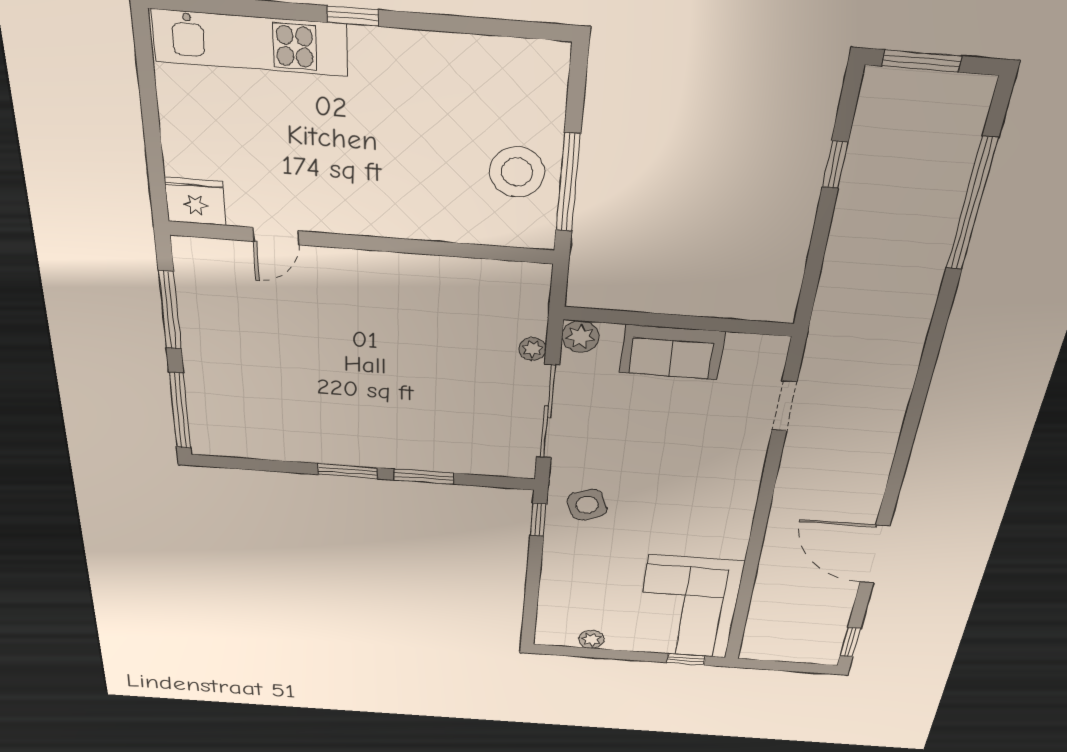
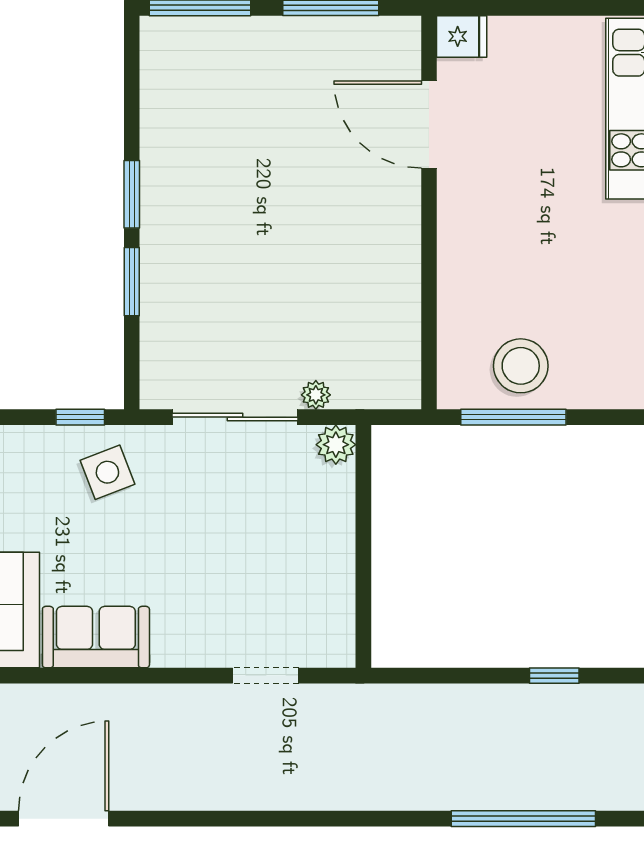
fridge: (195, 201) -> (462, 36), width x0.72
door: (276, 236) -> (429, 124), width x1.87
sofa: (672, 352) -> (96, 637), moved, turned 90

